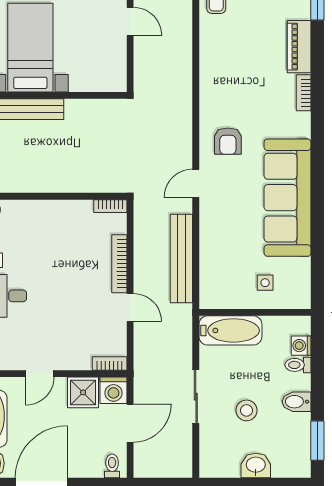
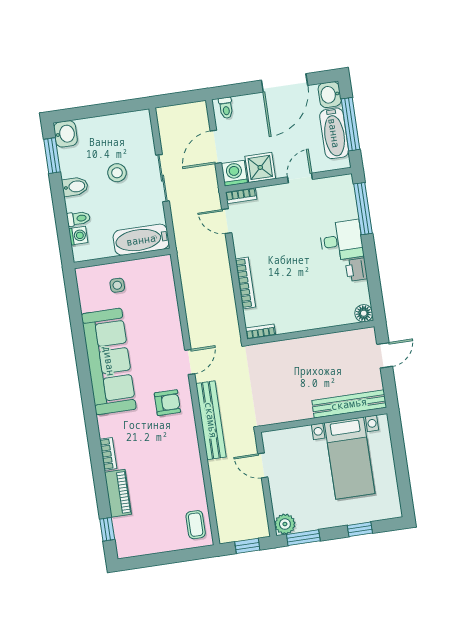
door: (130, 21) -> (263, 465), moved
armchair: (228, 141) -> (167, 403), turned 90
bench: (181, 258) -> (211, 420), moved
door: (130, 307) -> (227, 221), moved
washbasin: (256, 465) -> (66, 134), moved, turned -90

